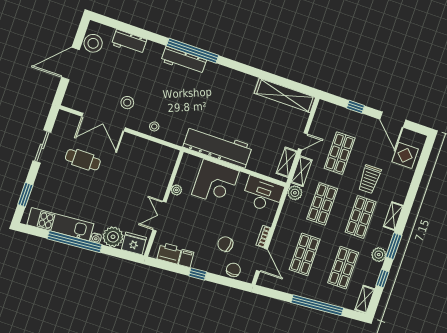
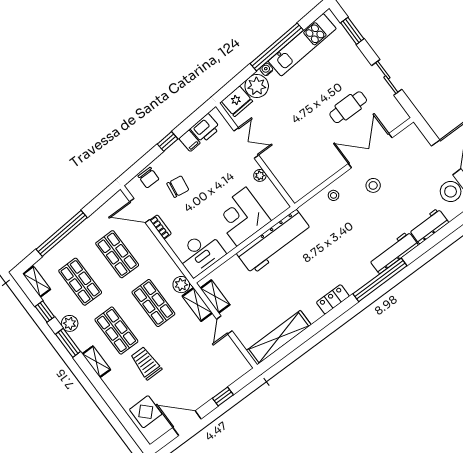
workbench: (184, 61) -> (394, 252), moved
locker: (230, 75) -> (333, 299), added
shop shelf: (340, 153) -> (190, 352), removed

